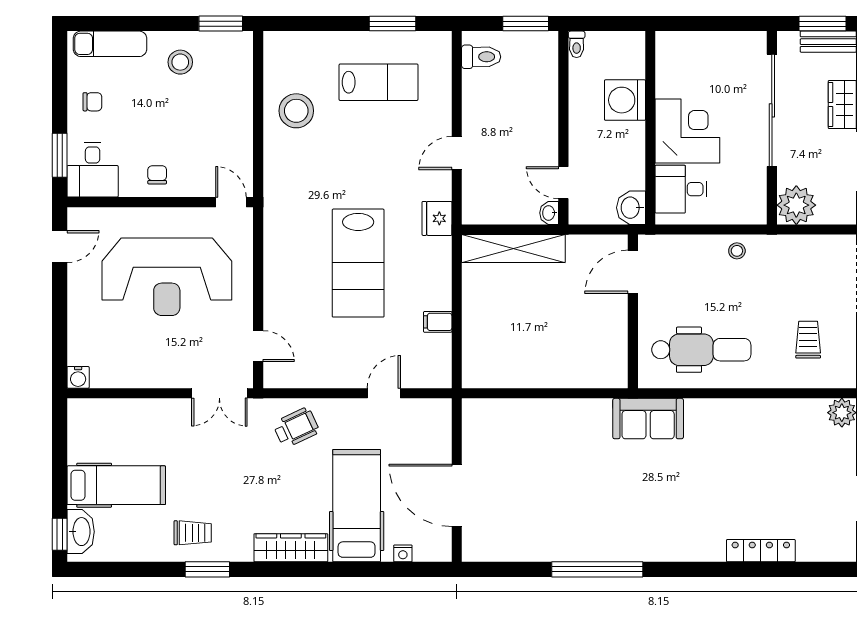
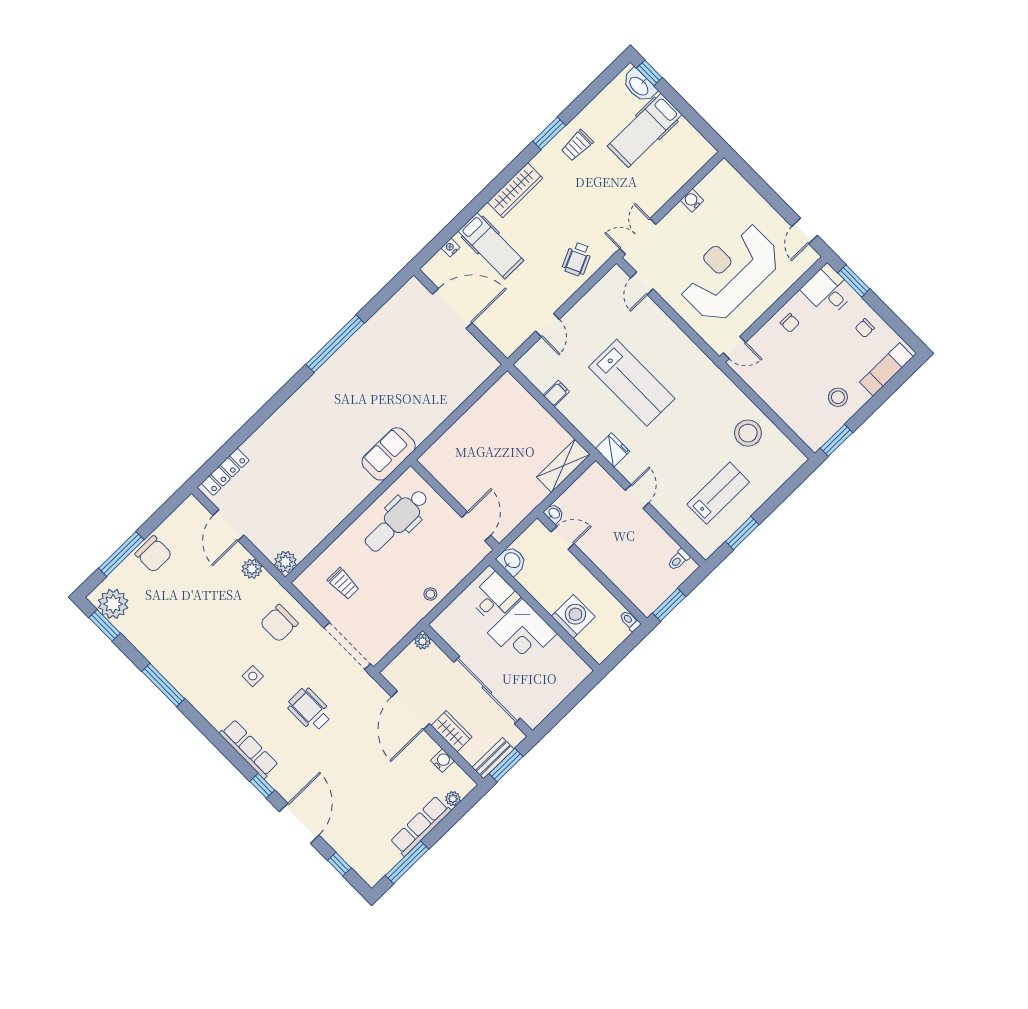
toilet: (481, 57) -> (679, 560), width x0.73, depth x0.72
lab bench: (379, 82) -> (718, 493), turned 180
plant: (796, 205) -> (423, 641), width x0.53, depth x0.53
shelving: (513, 249) -> (563, 466), width x0.68
lab bench: (358, 263) -> (632, 383), turned 180
door: (258, 346) -> (642, 283), hinge flipped
water cooler: (78, 377) -> (692, 200), moved
hospital bed: (357, 506) -> (491, 246), width x0.73, depth x0.78
locker: (761, 551) -> (225, 472), moved

